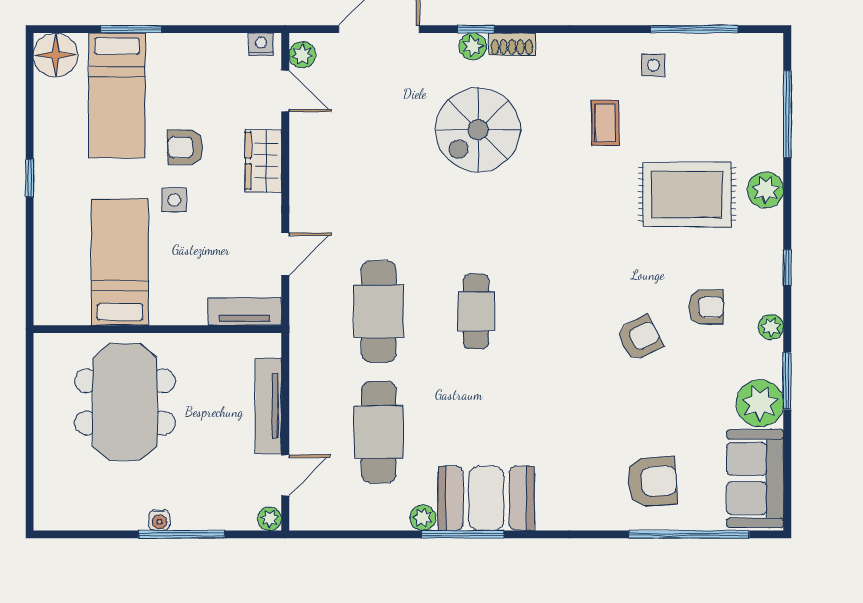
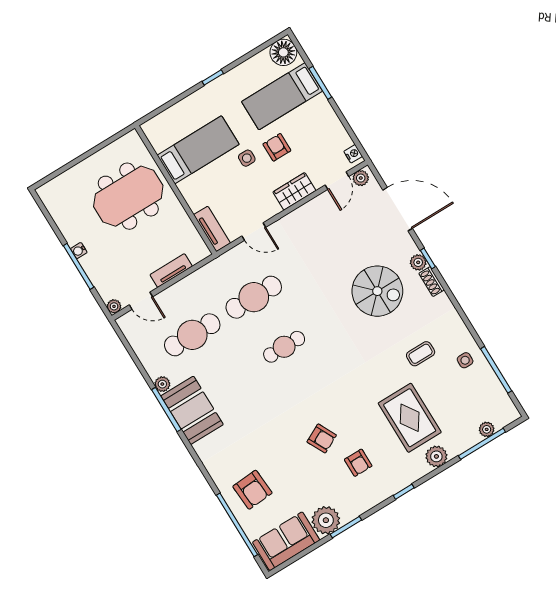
spiral stairs: (478, 130) -> (377, 291), turned 180
plant: (771, 327) -> (487, 429), moved
tv unit: (269, 406) -> (171, 271), width x0.71

